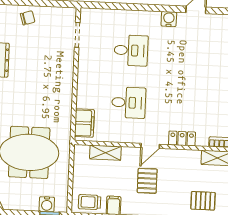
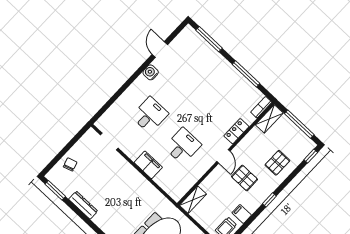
filing cabinet: (84, 123) -> (148, 165), moved
shelving: (105, 153) -> (193, 200), moved
pallet: (203, 201) -> (277, 163), moved

